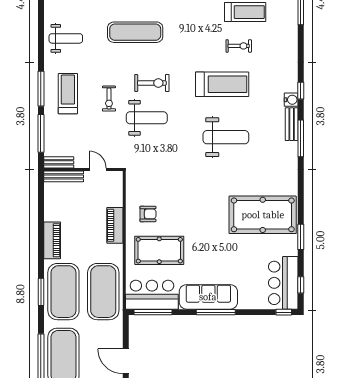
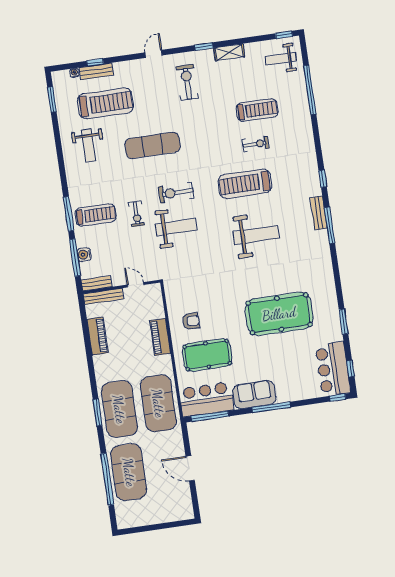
weight bench: (66, 38) -> (89, 146), moved, turned 90
exercise bike: (152, 83) -> (176, 193), turned 180
treadmill: (222, 84) -> (245, 184), turned 180
treadmill: (68, 94) -> (96, 215), turned 90
water cooler: (291, 100) -> (84, 255), moved, turned 180
pool table: (263, 215) -> (279, 314), moved
piano: (52, 240) -> (97, 336), moved
sofa: (208, 297) -> (254, 395), width x0.73

